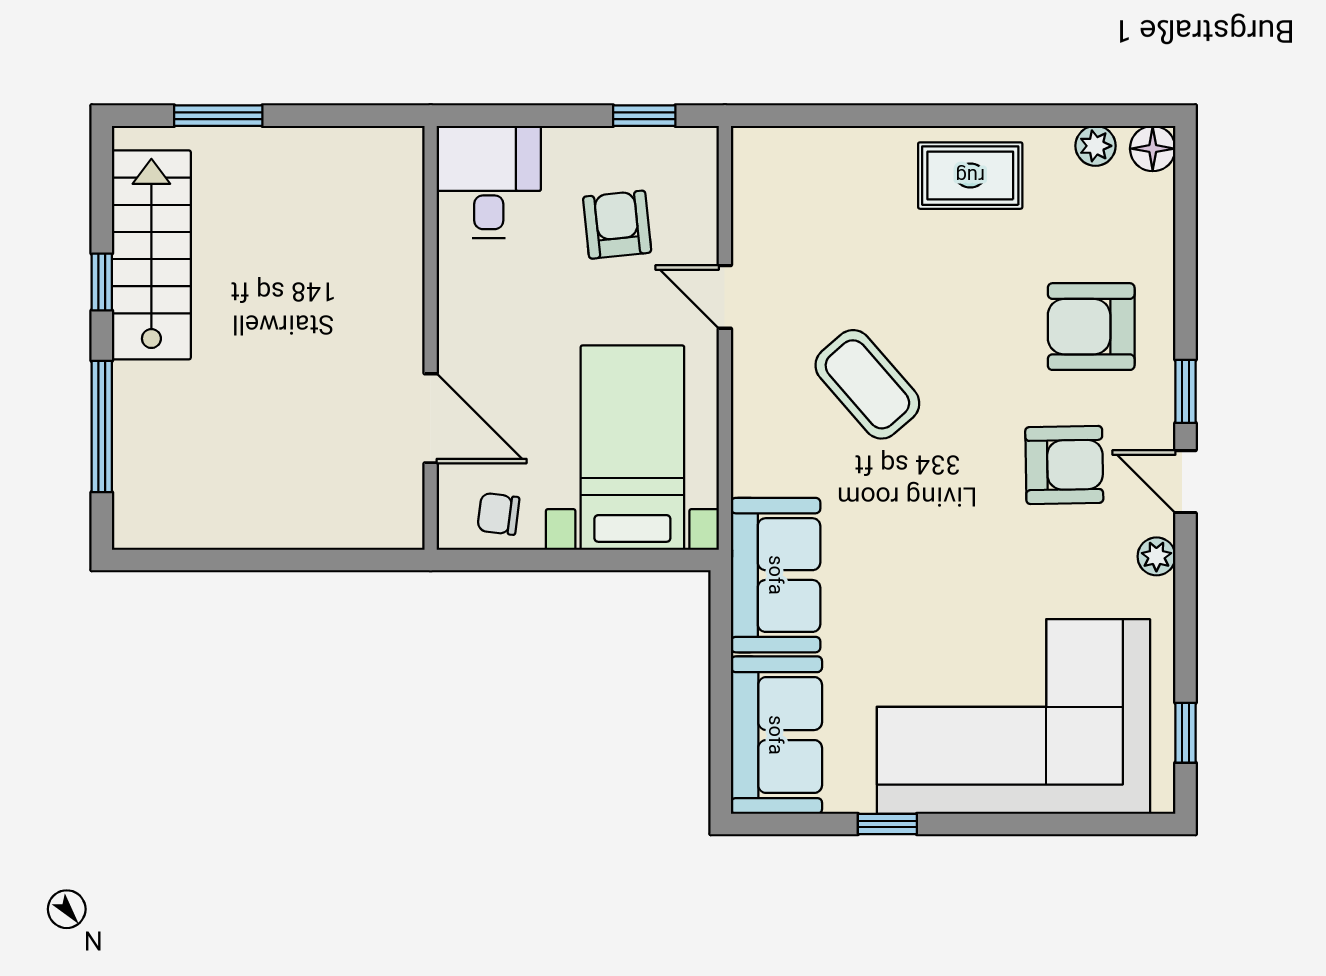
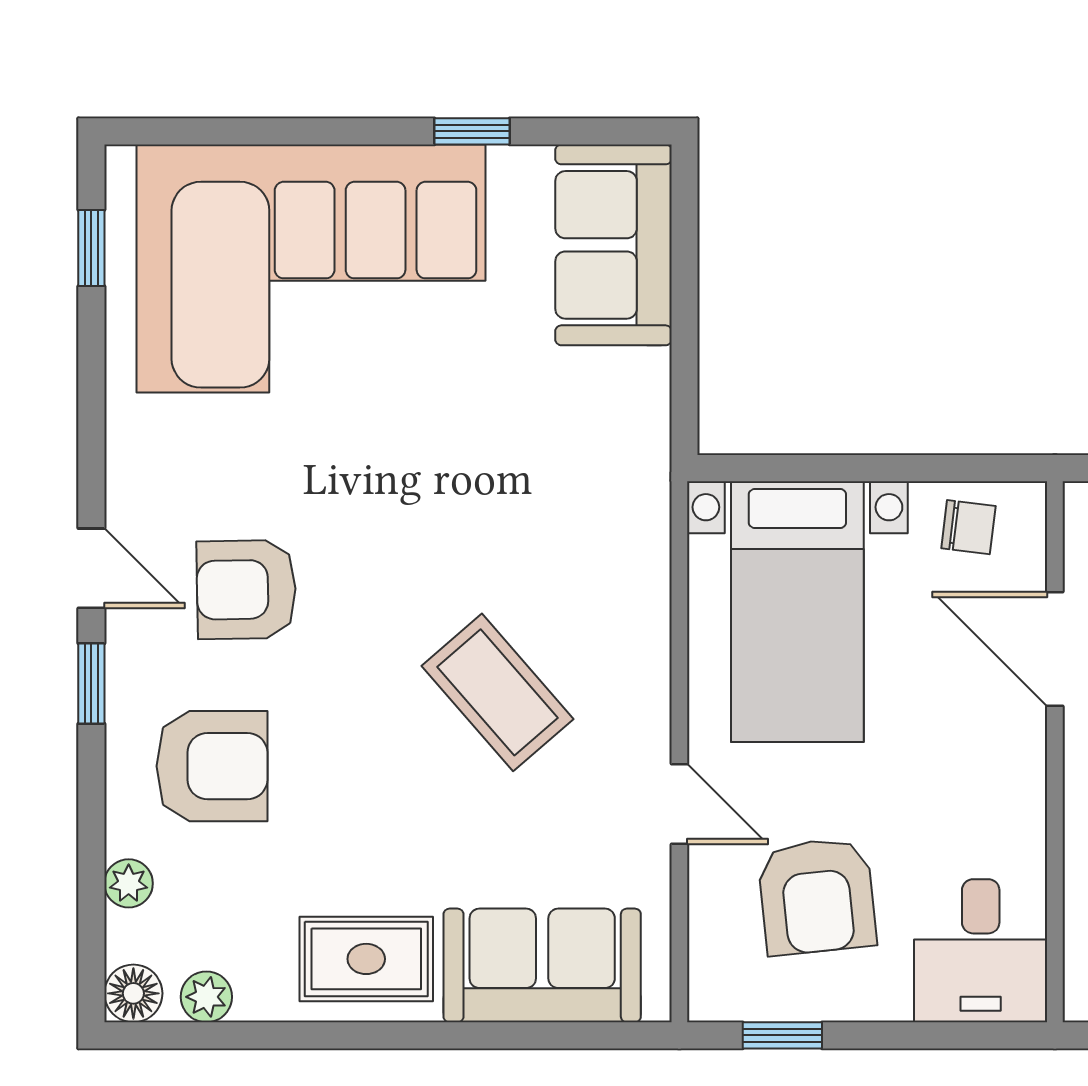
armchair: (617, 225) -> (817, 896), width x1.38, depth x1.38
plant: (1156, 556) -> (129, 883), moved
sofa: (776, 575) -> (542, 965), moved, turned 90

